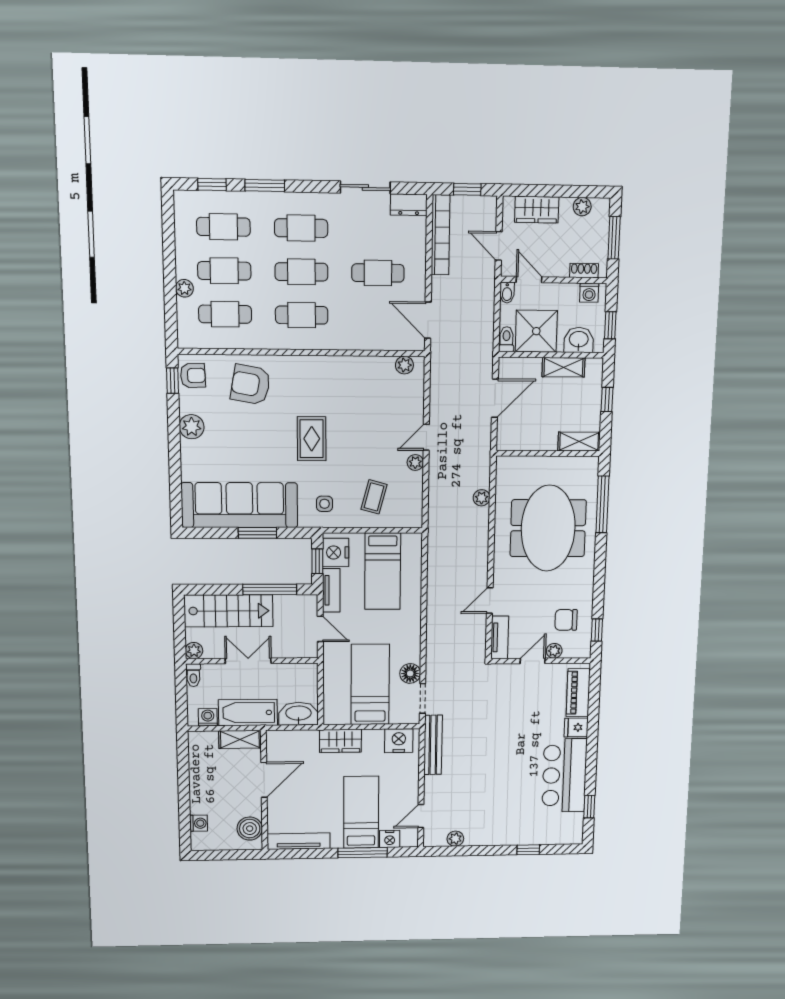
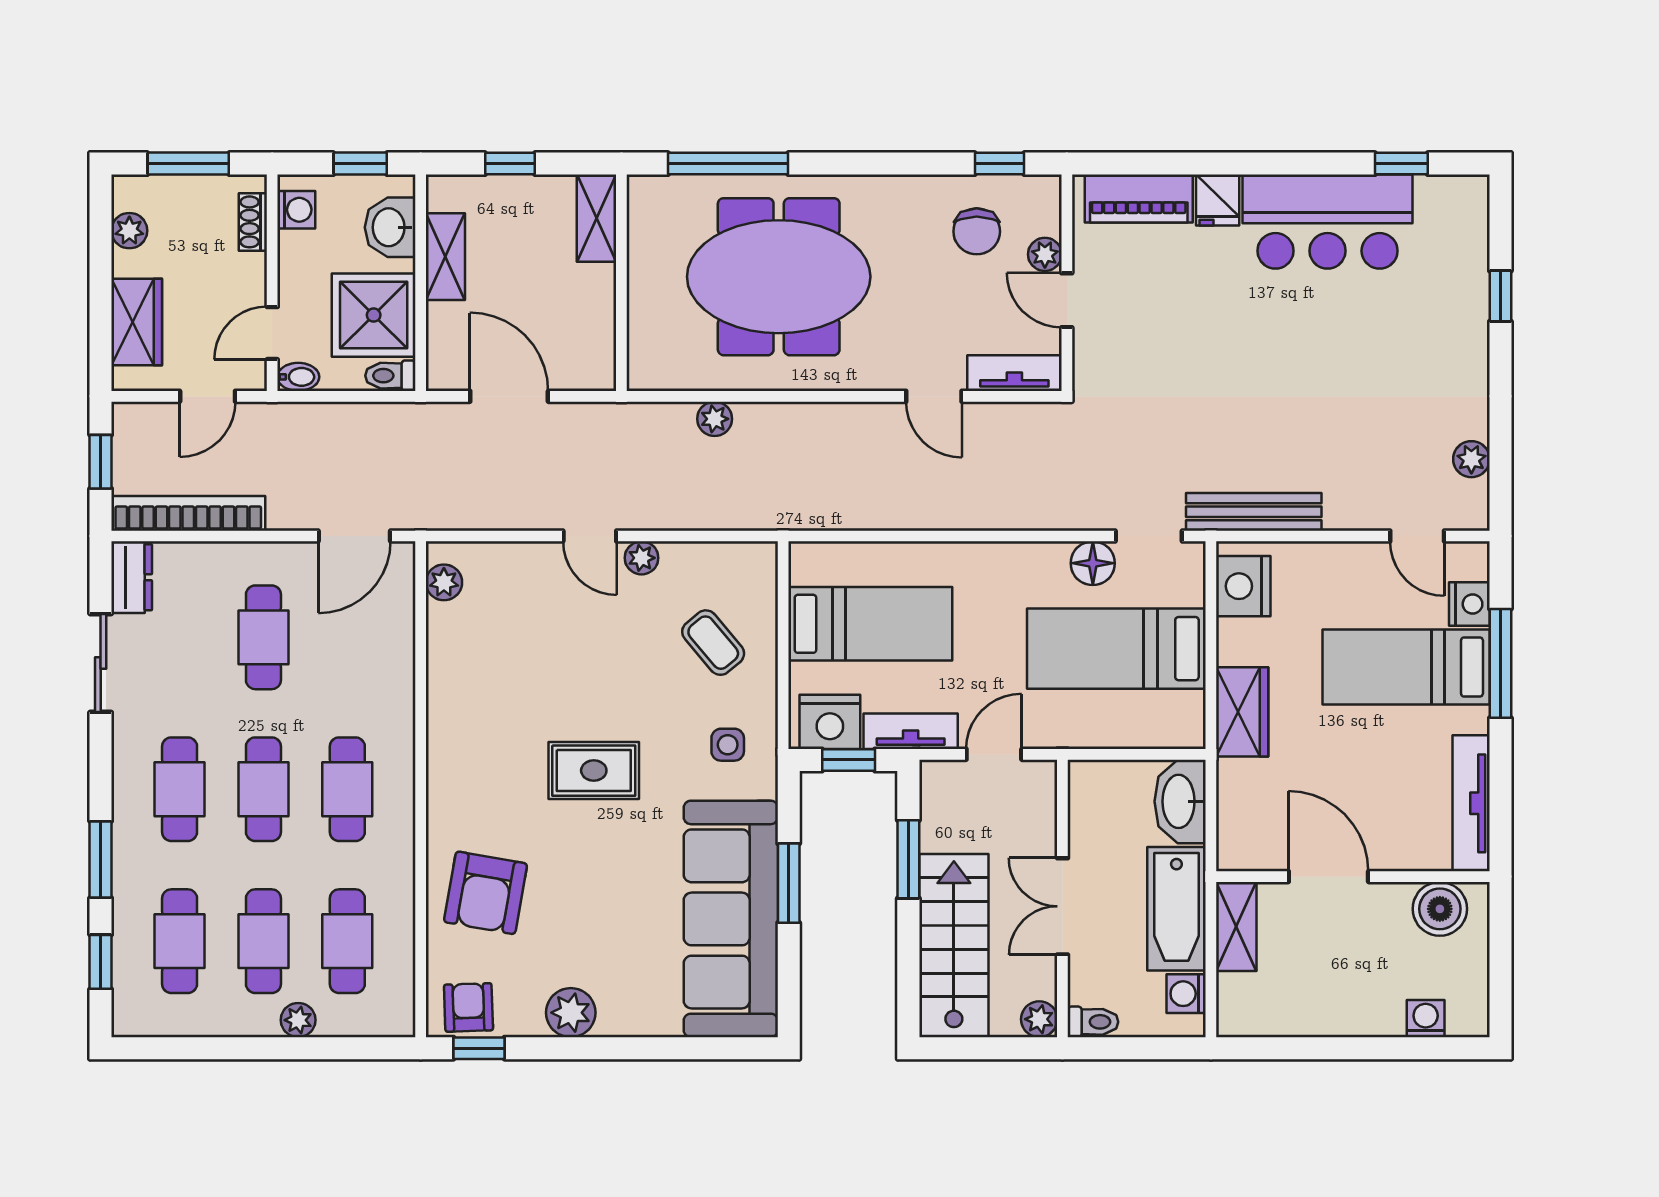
coffee table: (374, 497) -> (713, 643), turned 35
window: (270, 589) -> (908, 859), width x0.69

